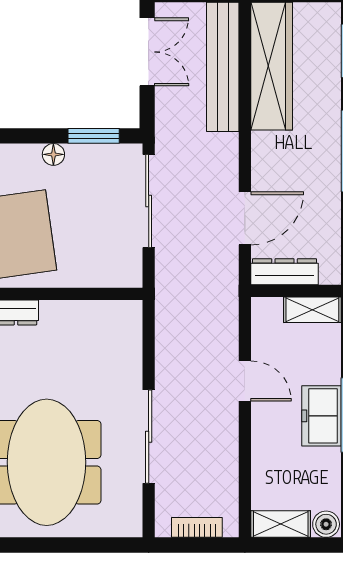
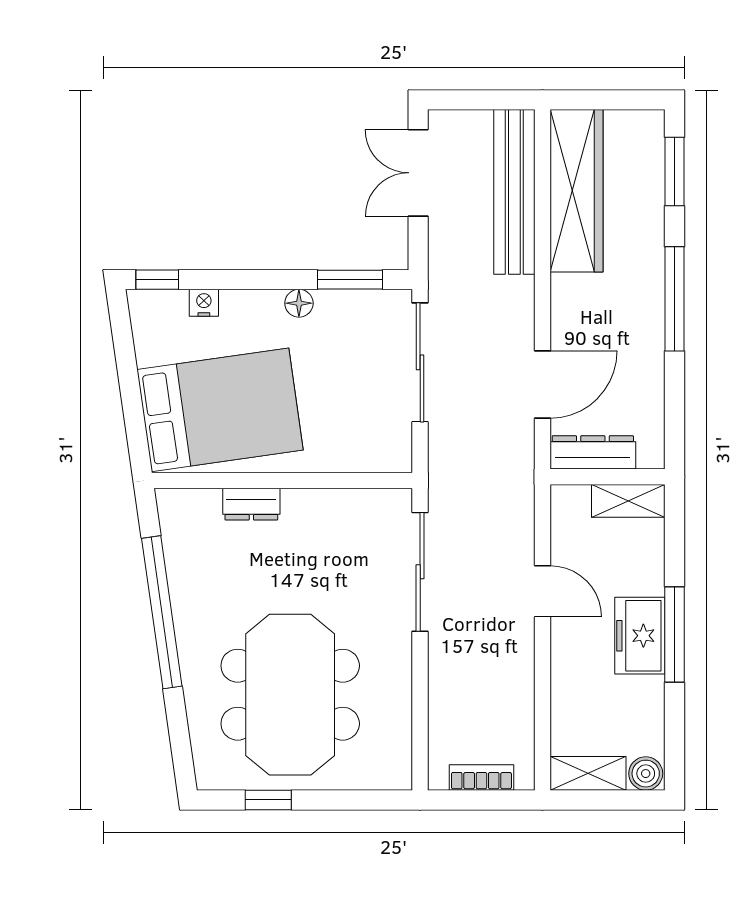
double door: (147, 52) -> (418, 173), swing flipped
sliding door: (149, 437) -> (420, 572), moved
window: (29, 545) -> (268, 800), added

